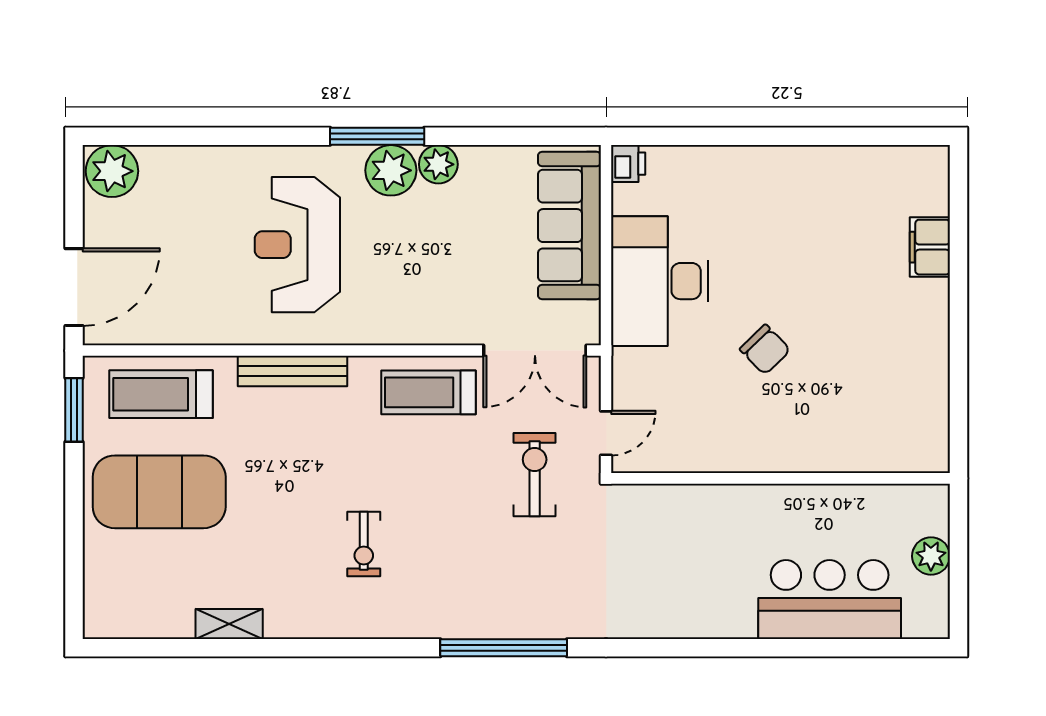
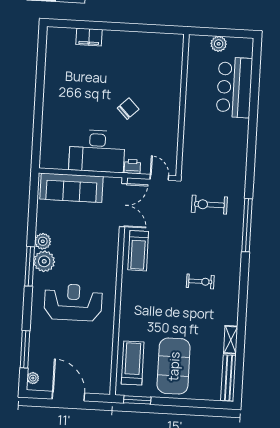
window: (179, 136) -> (25, 349), added
printer: (628, 164) -> (132, 166), moved
plant: (112, 171) -> (33, 378), width x0.53, depth x0.53
reception desk: (297, 245) -> (73, 302), turned 180
door: (74, 287) -> (68, 396), moved
bench: (293, 371) -> (228, 378), moved
treadmill: (161, 394) -> (133, 363), turned 180
exercise bike: (535, 475) -> (209, 205), moved

